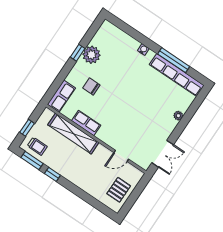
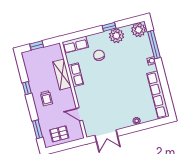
plant: (107, 32) -> (139, 30), added
window: (174, 60) -> (154, 45), moved
shelving: (73, 134) -> (62, 74), width x0.68
trolley: (37, 146) -> (46, 98), moved
window: (32, 160) -> (37, 129), moved

